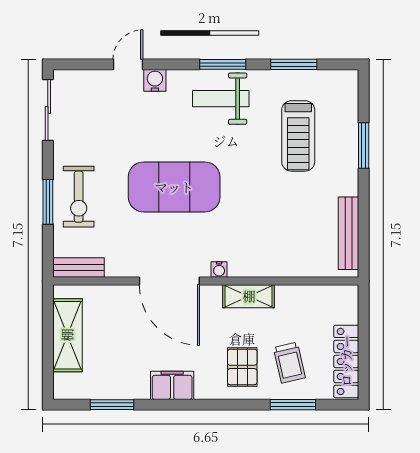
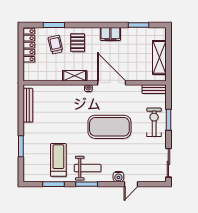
treadmill: (298, 136) -> (58, 160), moved

